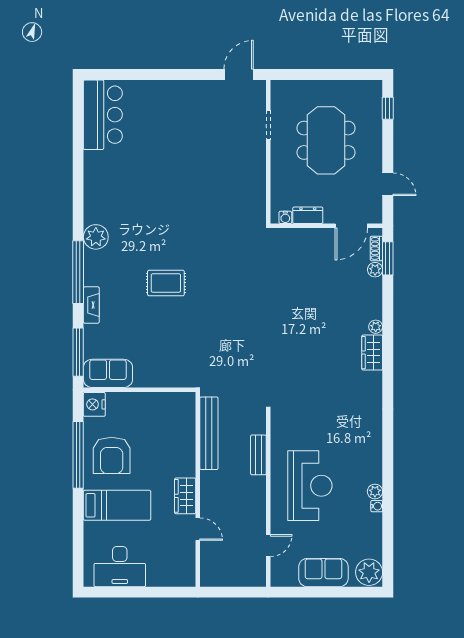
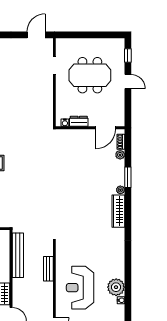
meeting table: (326, 140) -> (90, 75), turned 90
door: (388, 184) -> (128, 82), moved
window: (388, 258) -> (128, 177), moved
wardrobe: (372, 353) -> (118, 211), width x1.50
reception desk: (310, 486) -> (80, 288), turned 180
plant: (375, 492) -> (116, 287), width x1.88, depth x1.88

